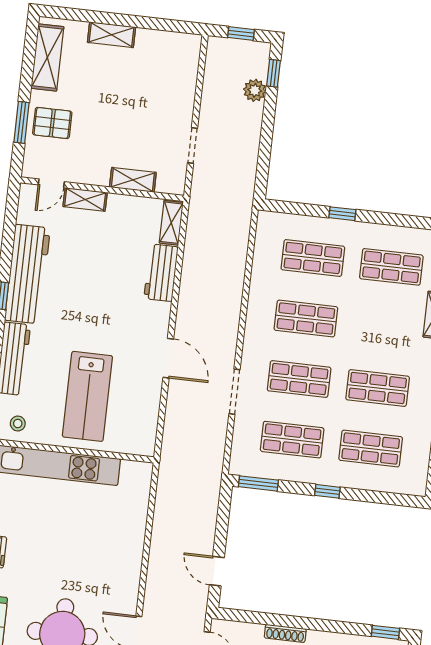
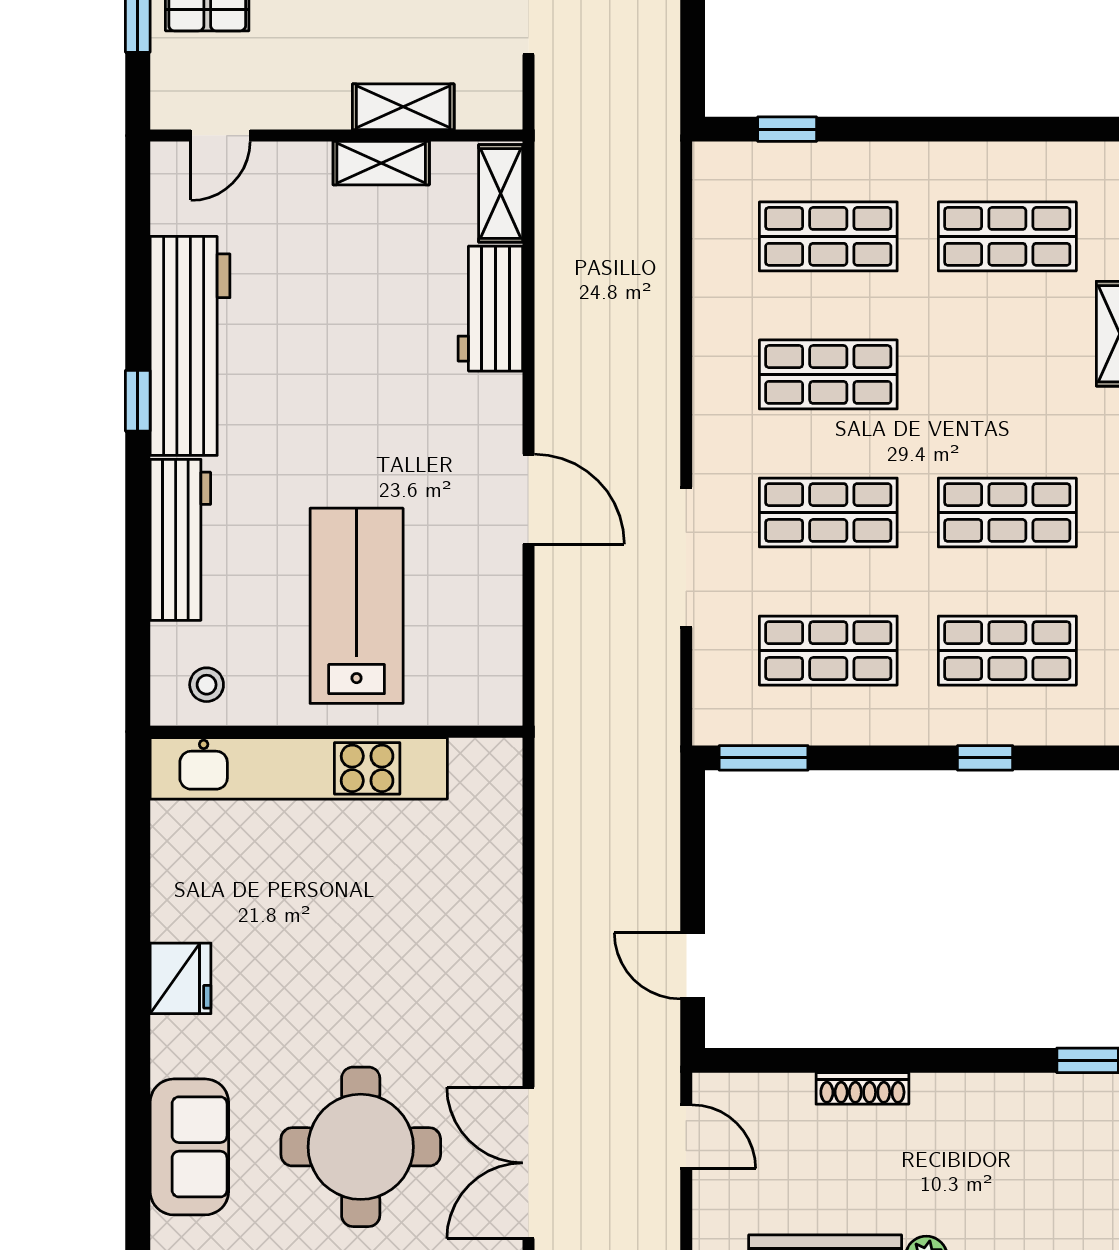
shelving: (85, 199) -> (381, 163), moved
window: (342, 214) -> (787, 129), moved
doorway: (234, 392) -> (686, 557), width x1.36
lab bench: (87, 396) -> (357, 606), turned 180
window: (327, 491) -> (985, 758), moved

